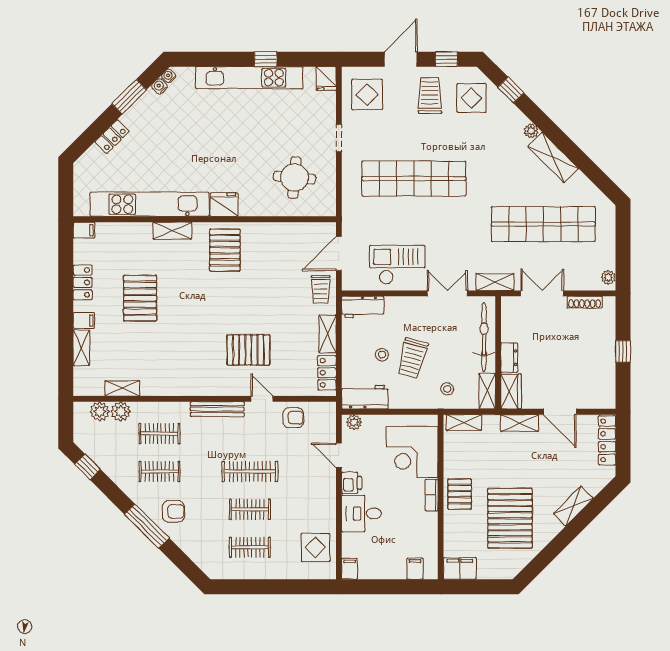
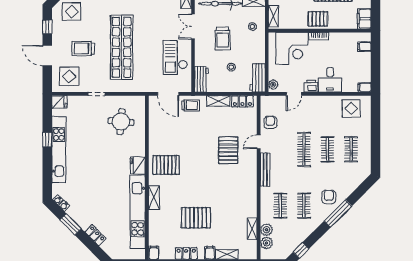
trolley: (430, 96) -> (83, 48), moved
trolley: (412, 358) -> (223, 38), moved, turned 75

